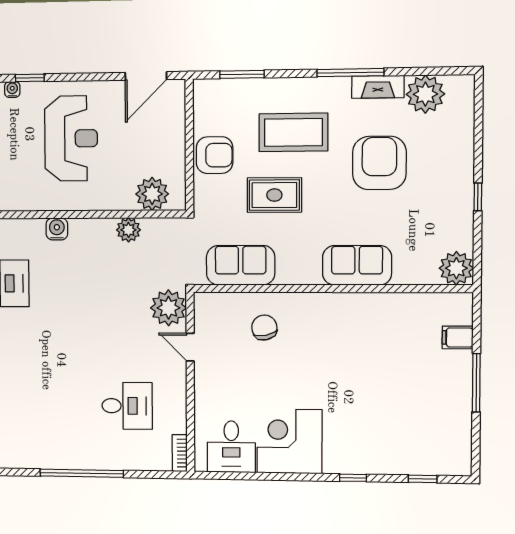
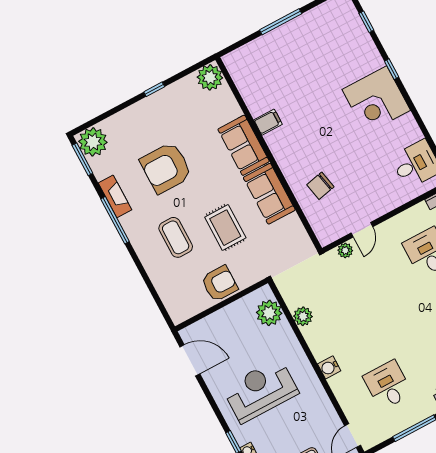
window: (242, 74) -> (82, 159), moved
plant: (425, 94) -> (93, 142), moved
coffee table: (293, 132) -> (176, 237), width x0.73, depth x0.76
armchair: (215, 155) -> (220, 284), turned 90
sofa: (241, 265) -> (269, 194), moved
plant: (169, 308) -> (345, 250), width x0.53, depth x0.53
filing cabinet: (458, 337) -> (268, 122), moved, turned -90
corner desk: (289, 441) -> (376, 100), moved

